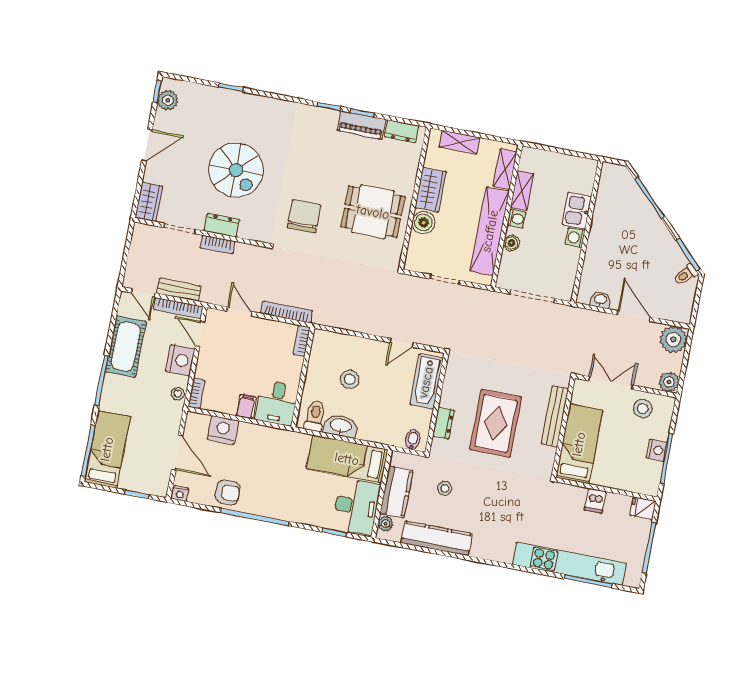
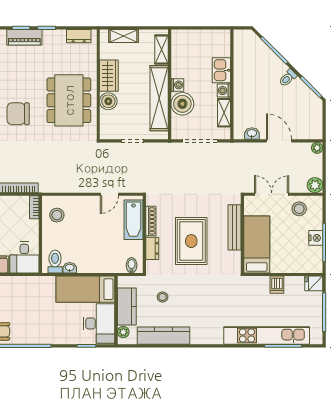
piano: (361, 125) -> (24, 37), moved
shelving: (522, 191) -> (224, 113), moved
dining table: (373, 212) -> (69, 100), width x1.38
chair: (304, 216) -> (18, 114), turned -90
boiler: (512, 243) -> (182, 104), width x1.86, depth x1.86
toilet: (686, 275) -> (288, 78), moved
plant: (673, 339) -> (317, 148), width x0.53, depth x0.53
stool: (350, 379) -> (57, 215), moved
shoe rack: (449, 387) -> (151, 221), added
washbasin: (341, 426) -> (70, 268), width x0.52, depth x0.69

